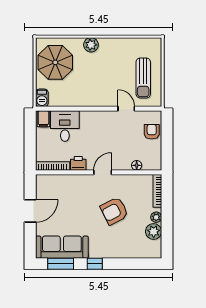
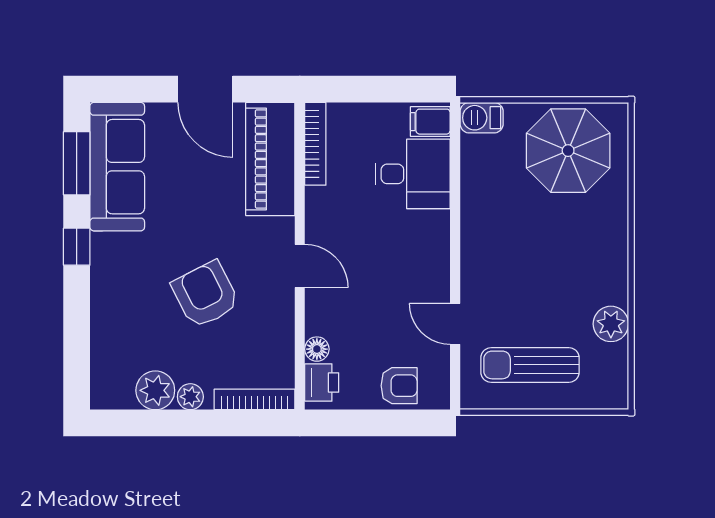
plant: (91, 45) -> (611, 324), moved
door: (126, 109) -> (455, 324), swing flipped
printer: (78, 163) -> (322, 383), moved
piano: (59, 184) -> (270, 159), added

